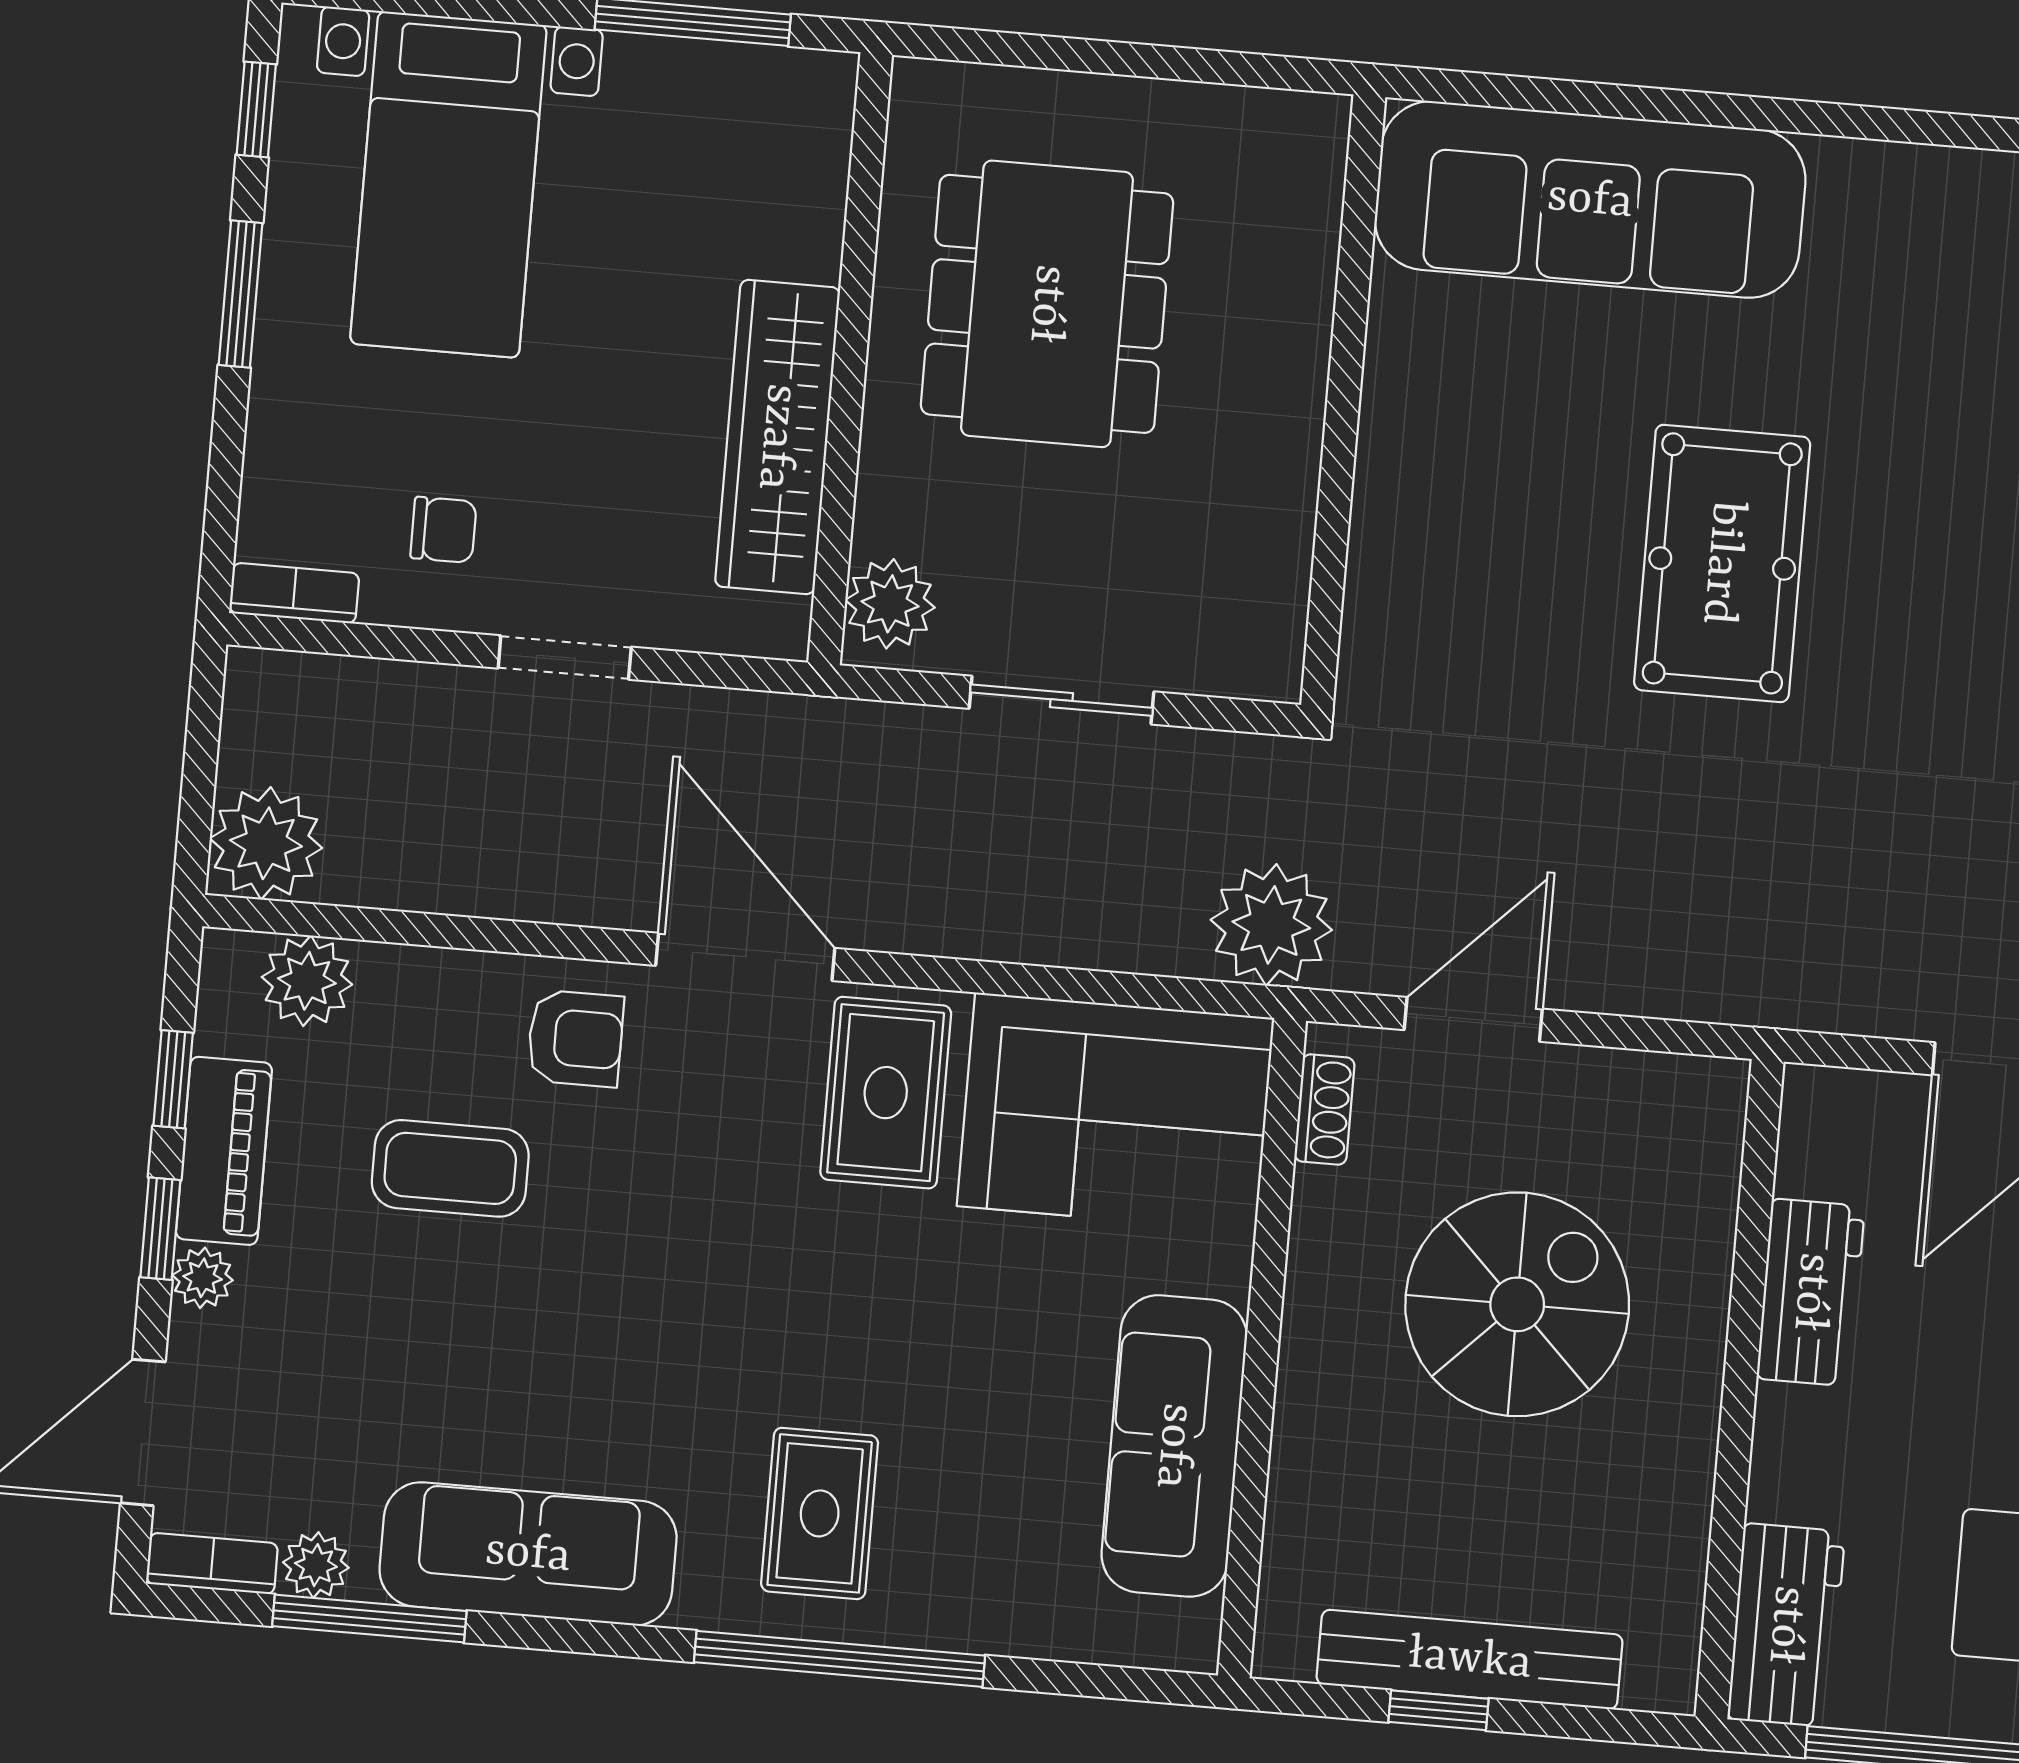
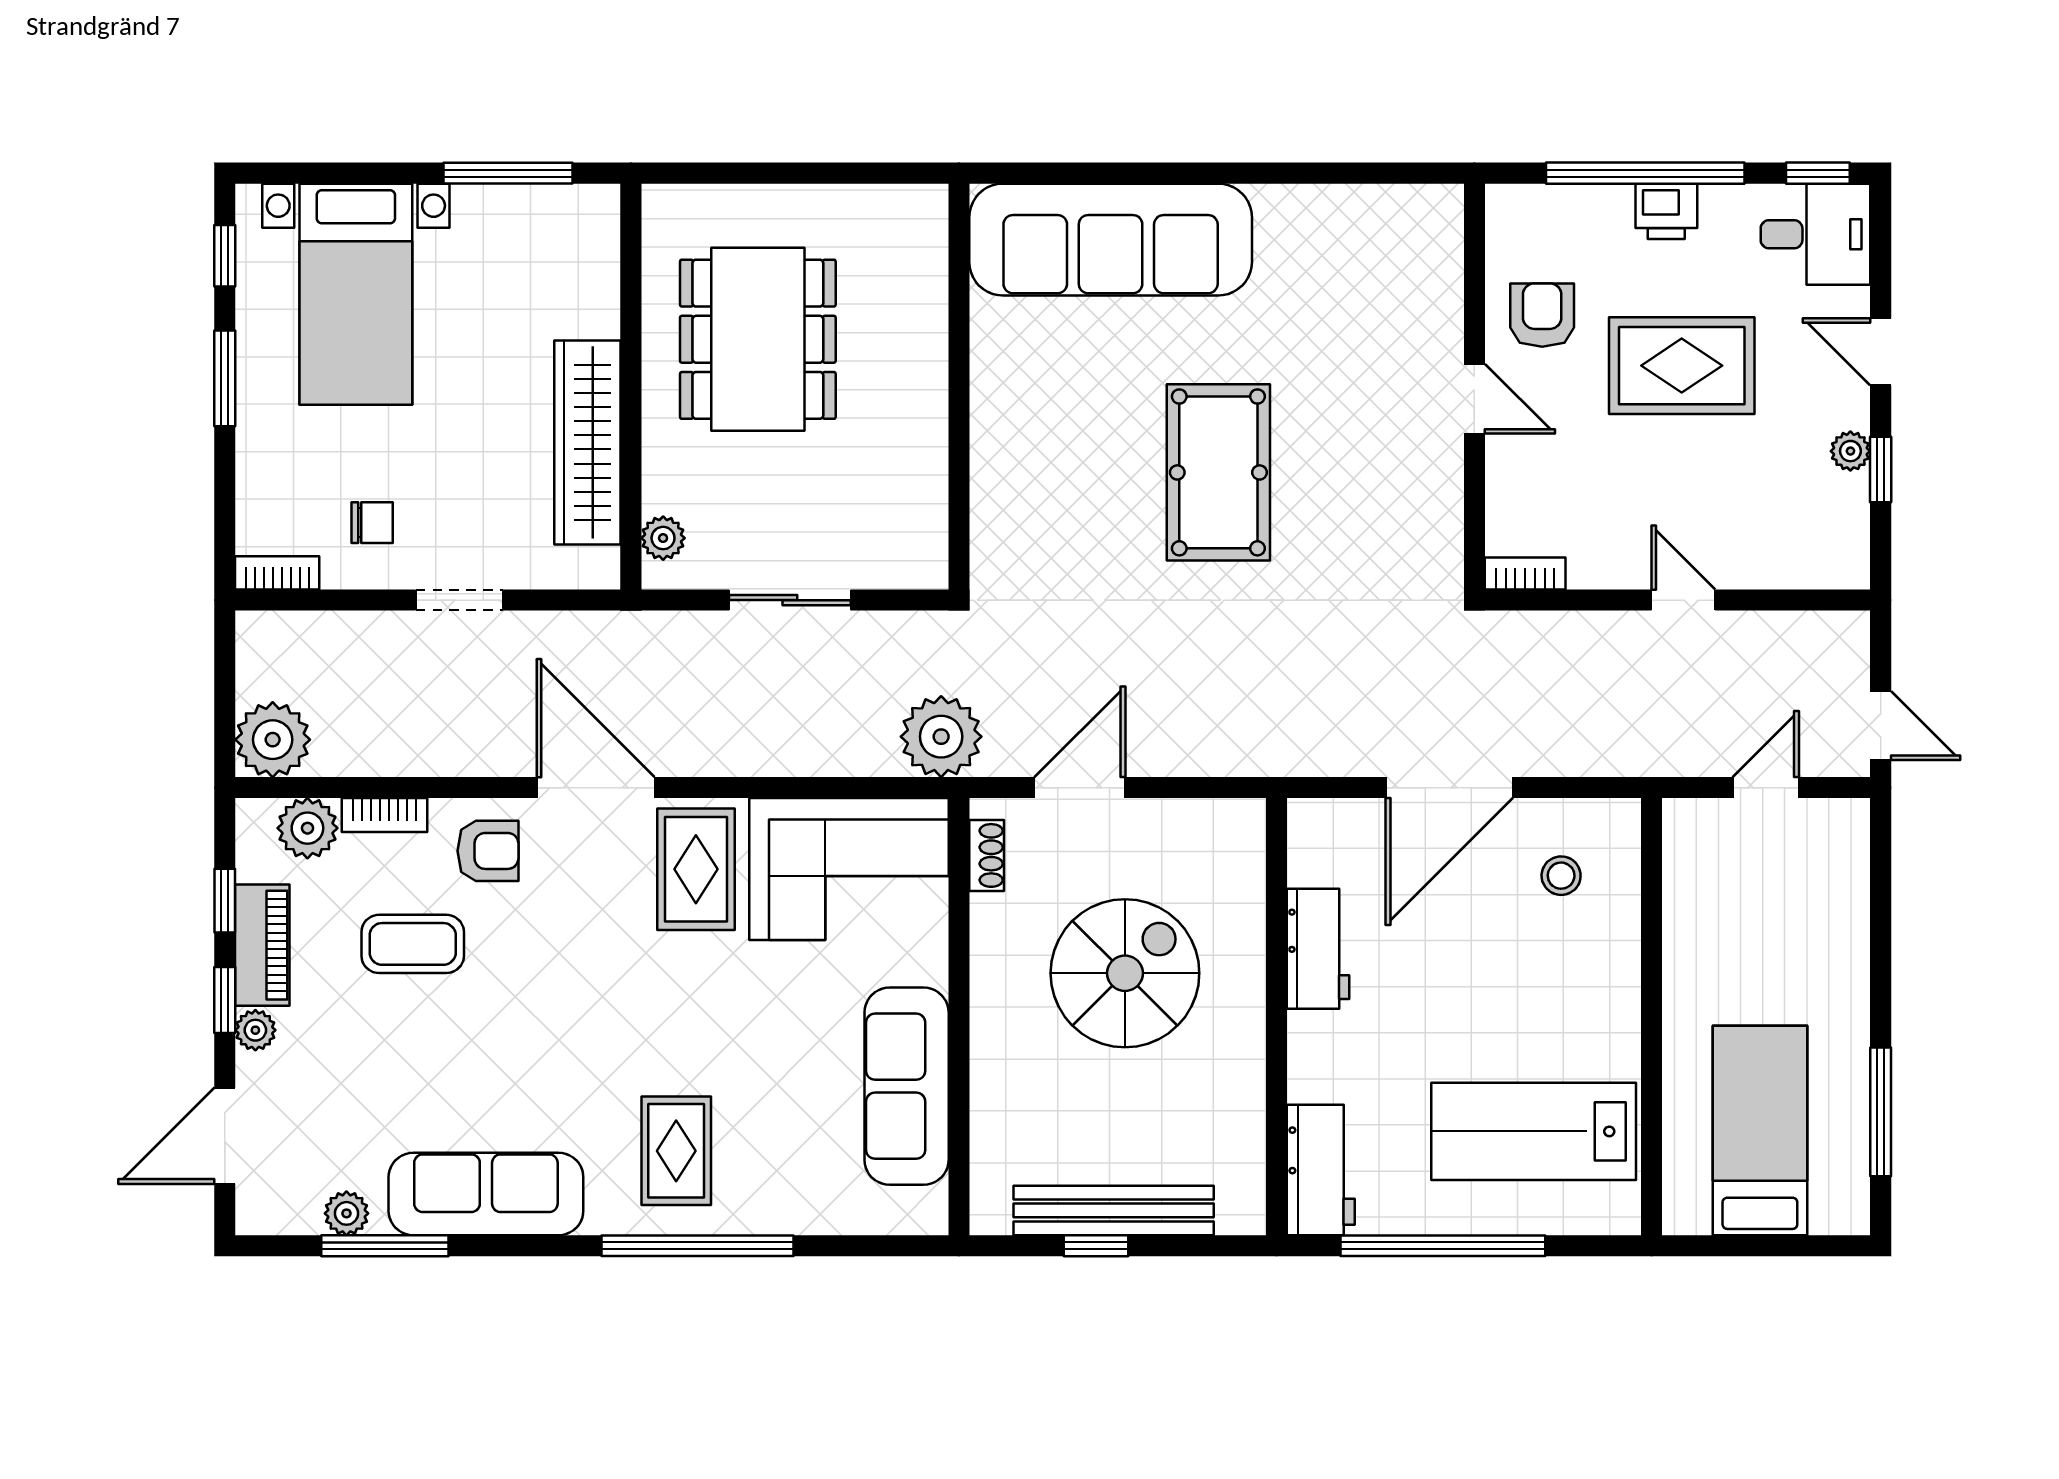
plant: (890, 604) -> (663, 538), width x0.73, depth x0.73
bookcase: (212, 1564) -> (384, 815), moved, turned 180

